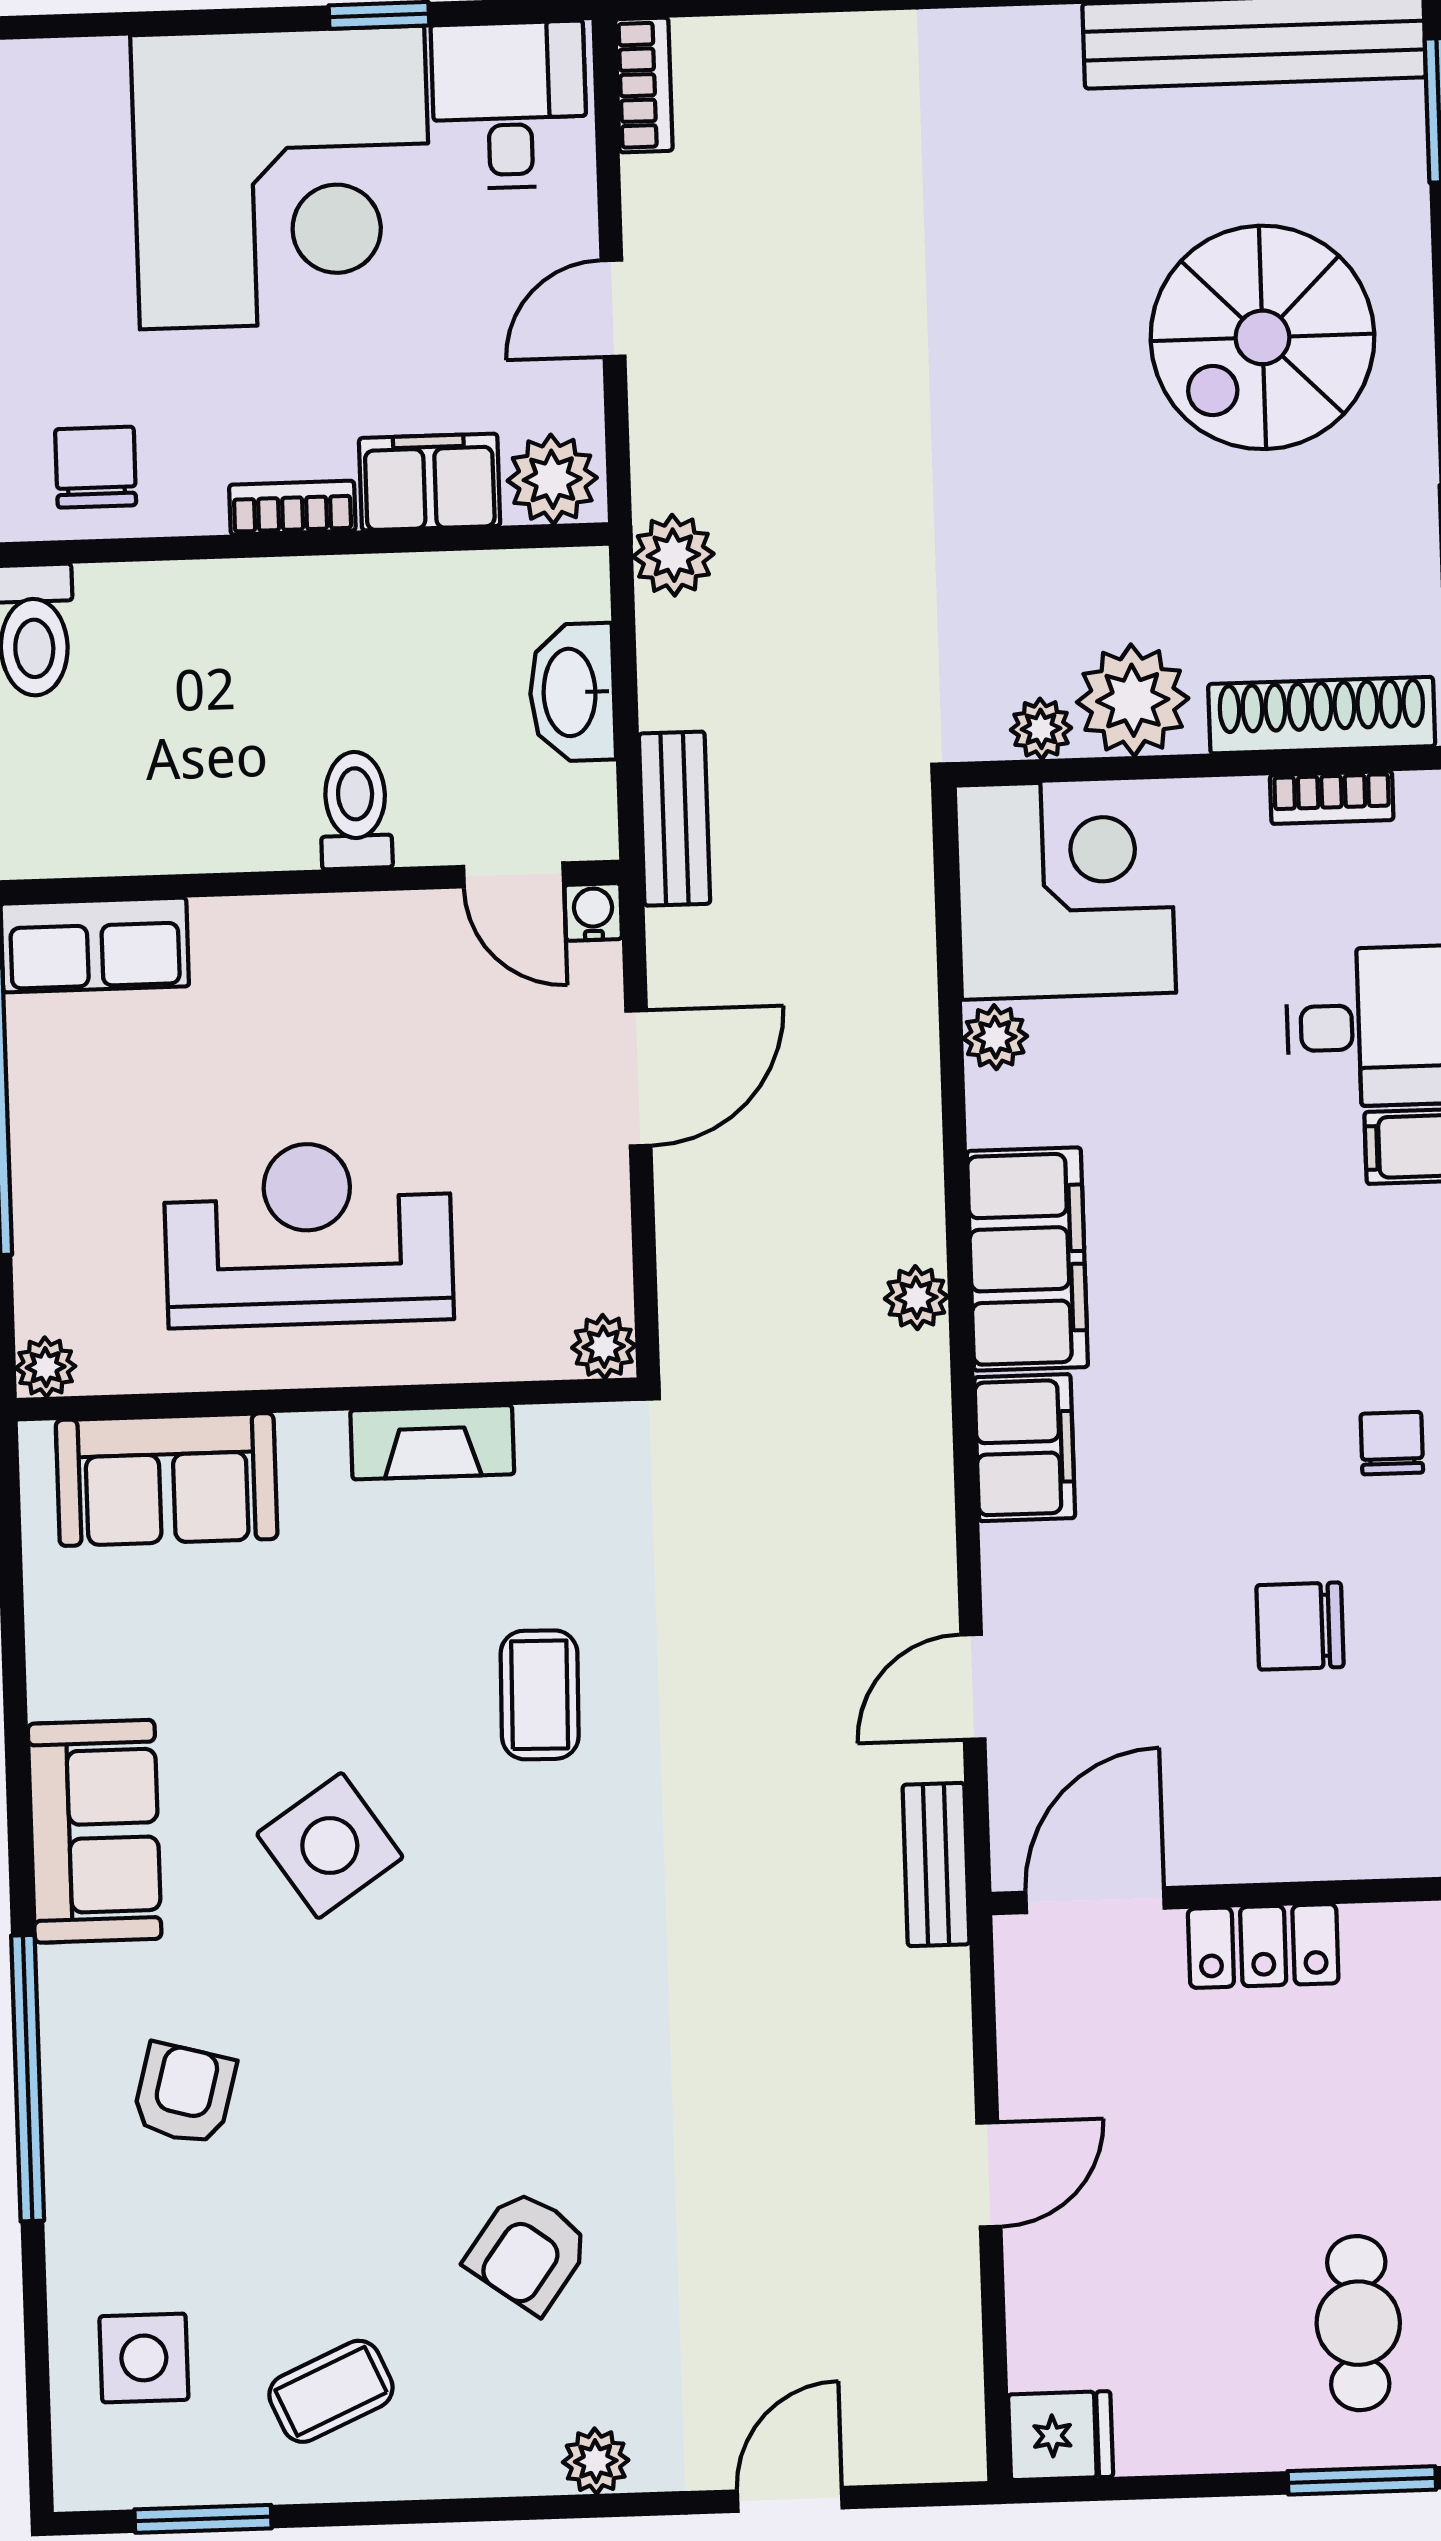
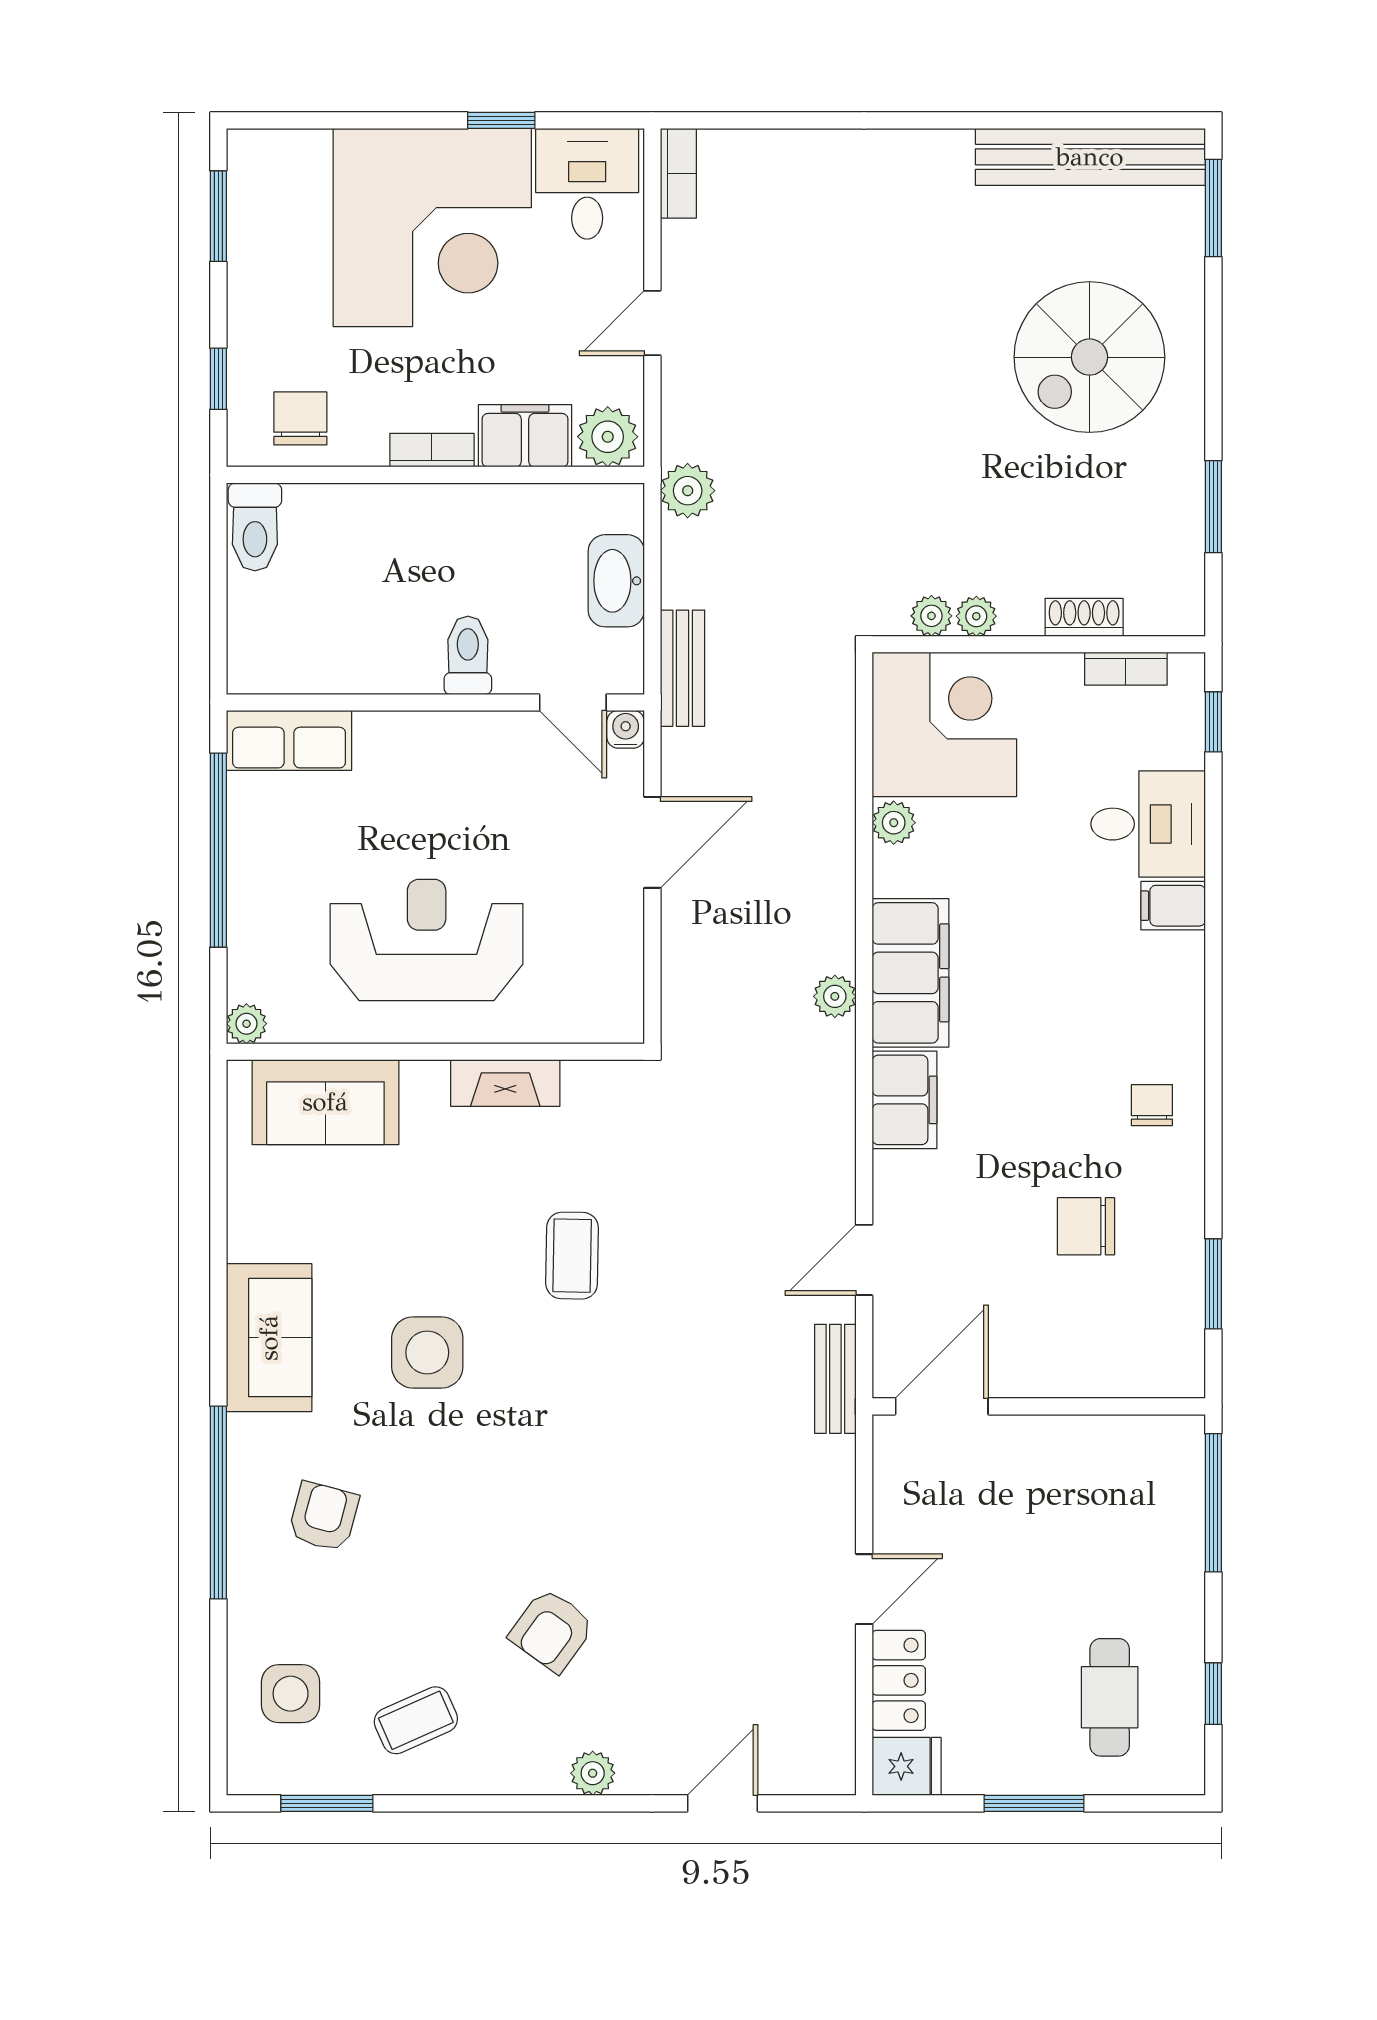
plant: (1133, 700) -> (976, 616), width x0.53, depth x0.53
shoe rack: (1322, 715) -> (1084, 617), width x0.51, depth x0.81
plant: (604, 1347) -> (623, 1022), removed
side table: (330, 1846) -> (427, 1352), turned 34
locker: (1263, 1946) -> (899, 1680), moved, turned -90
window: (1362, 2480) -> (1034, 1803), moved

